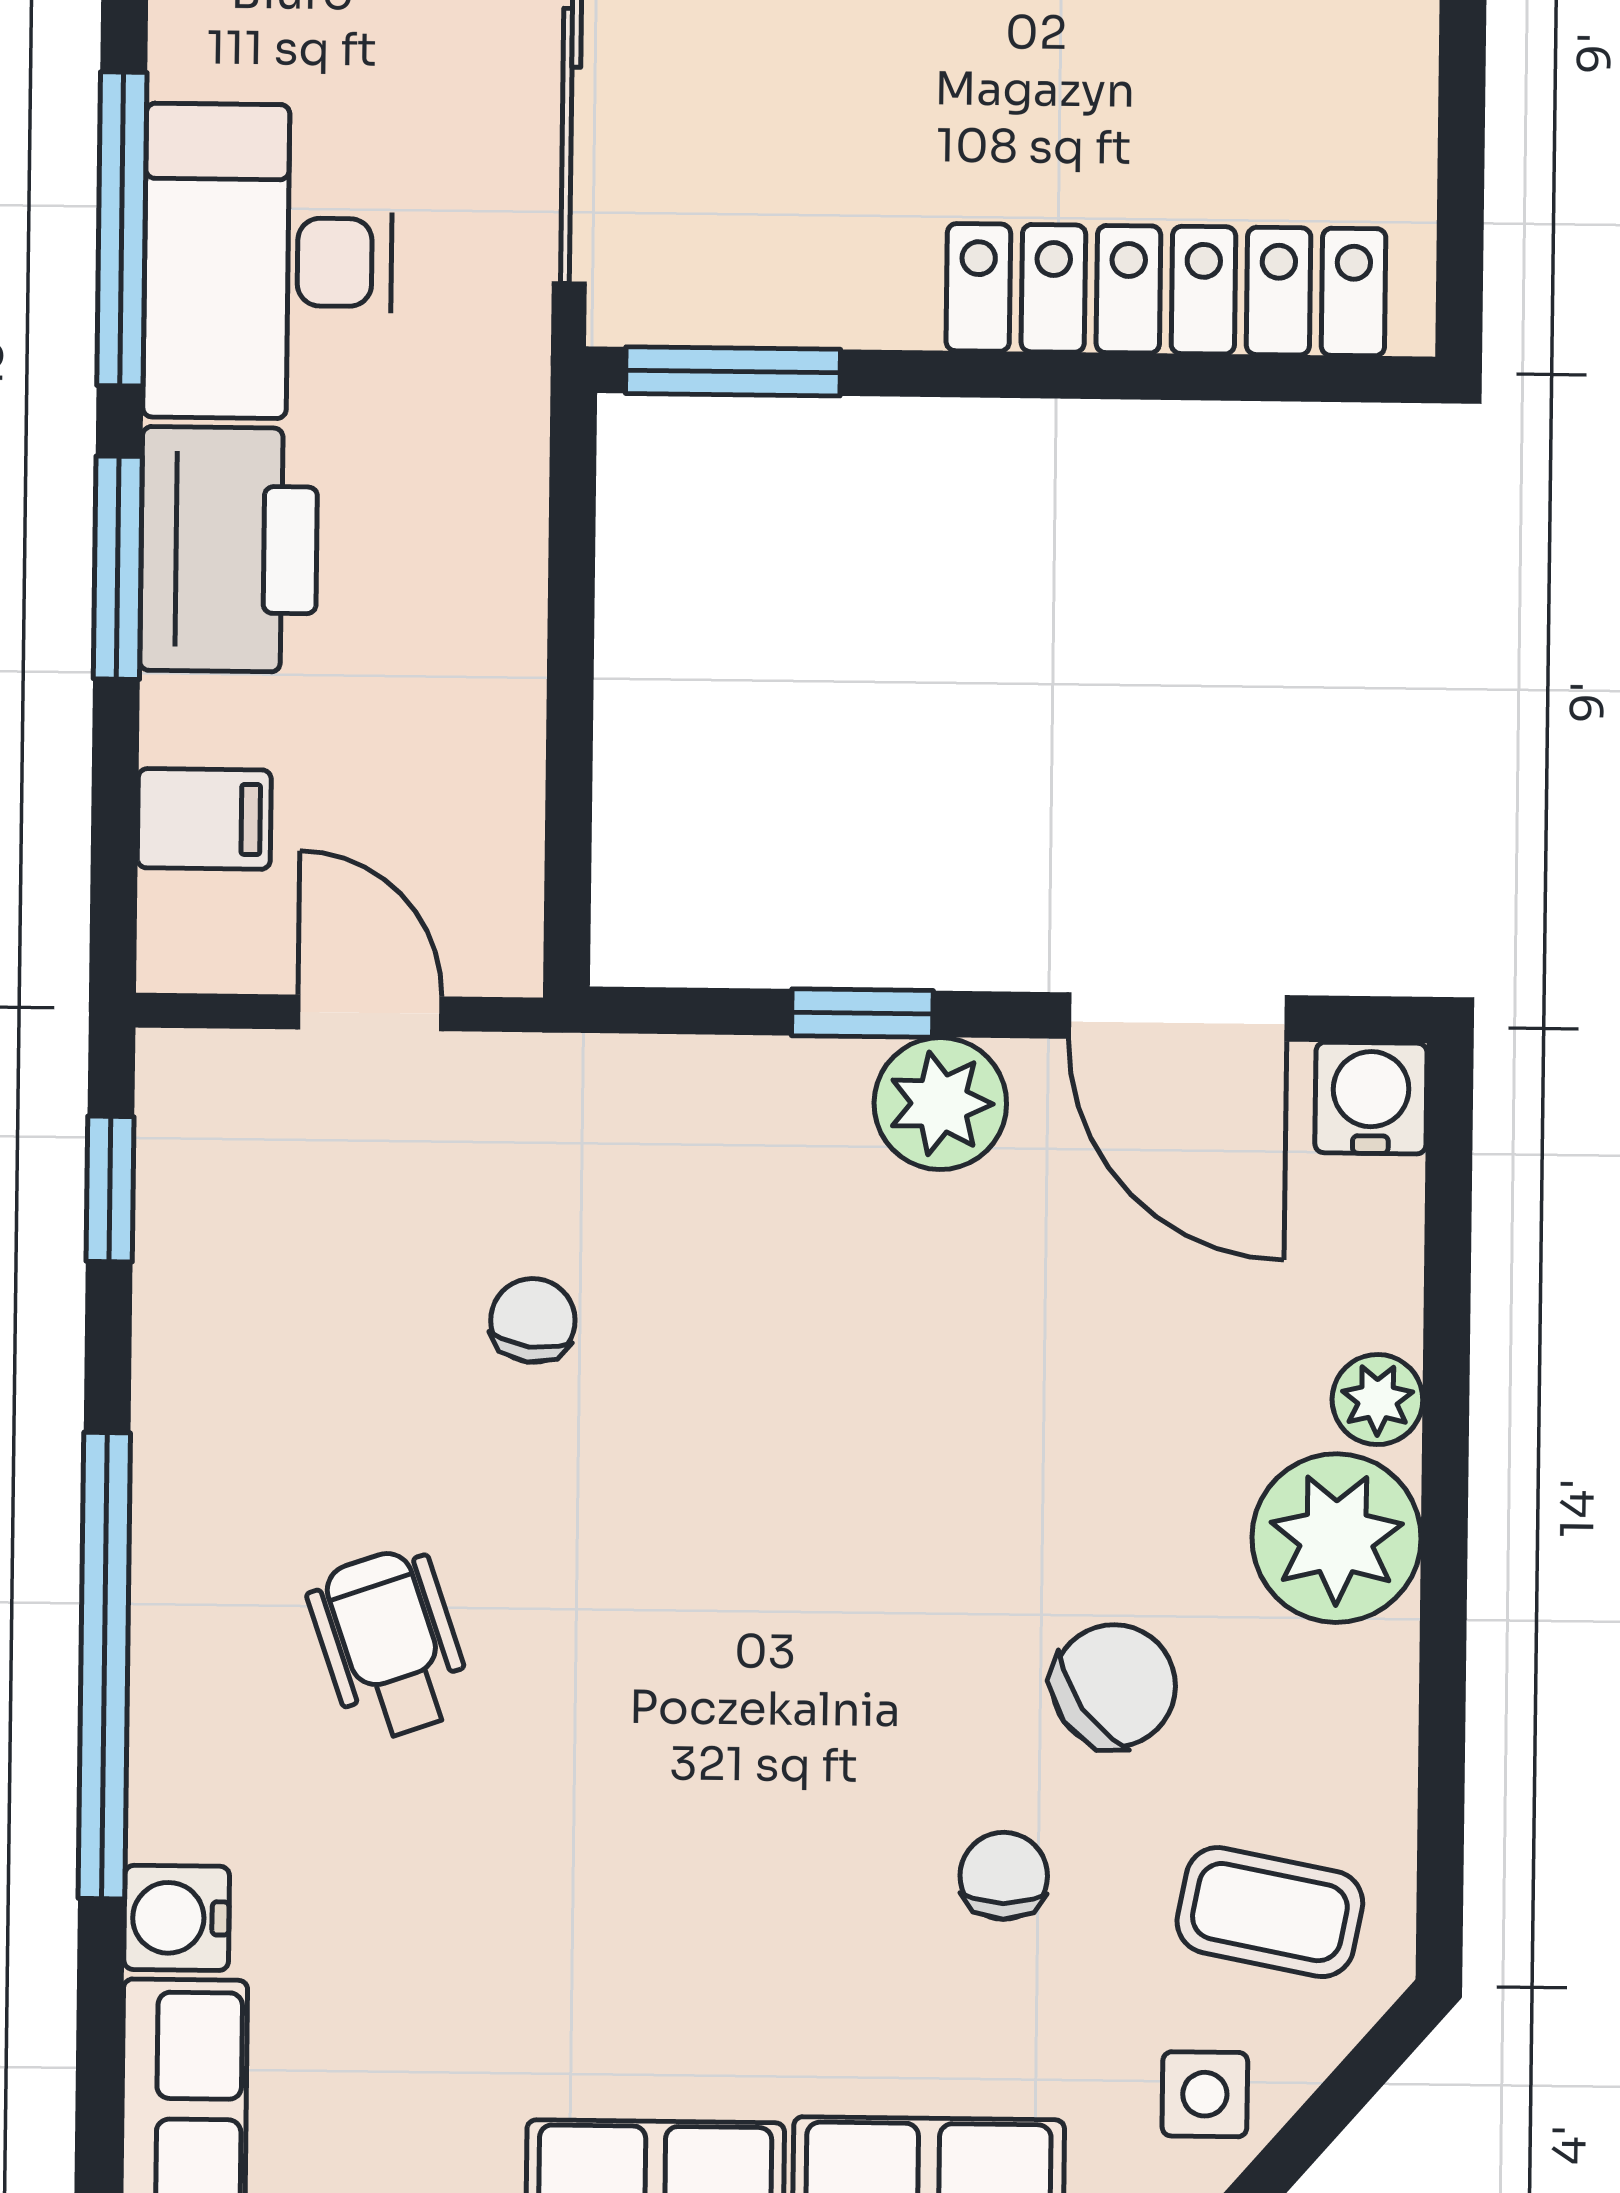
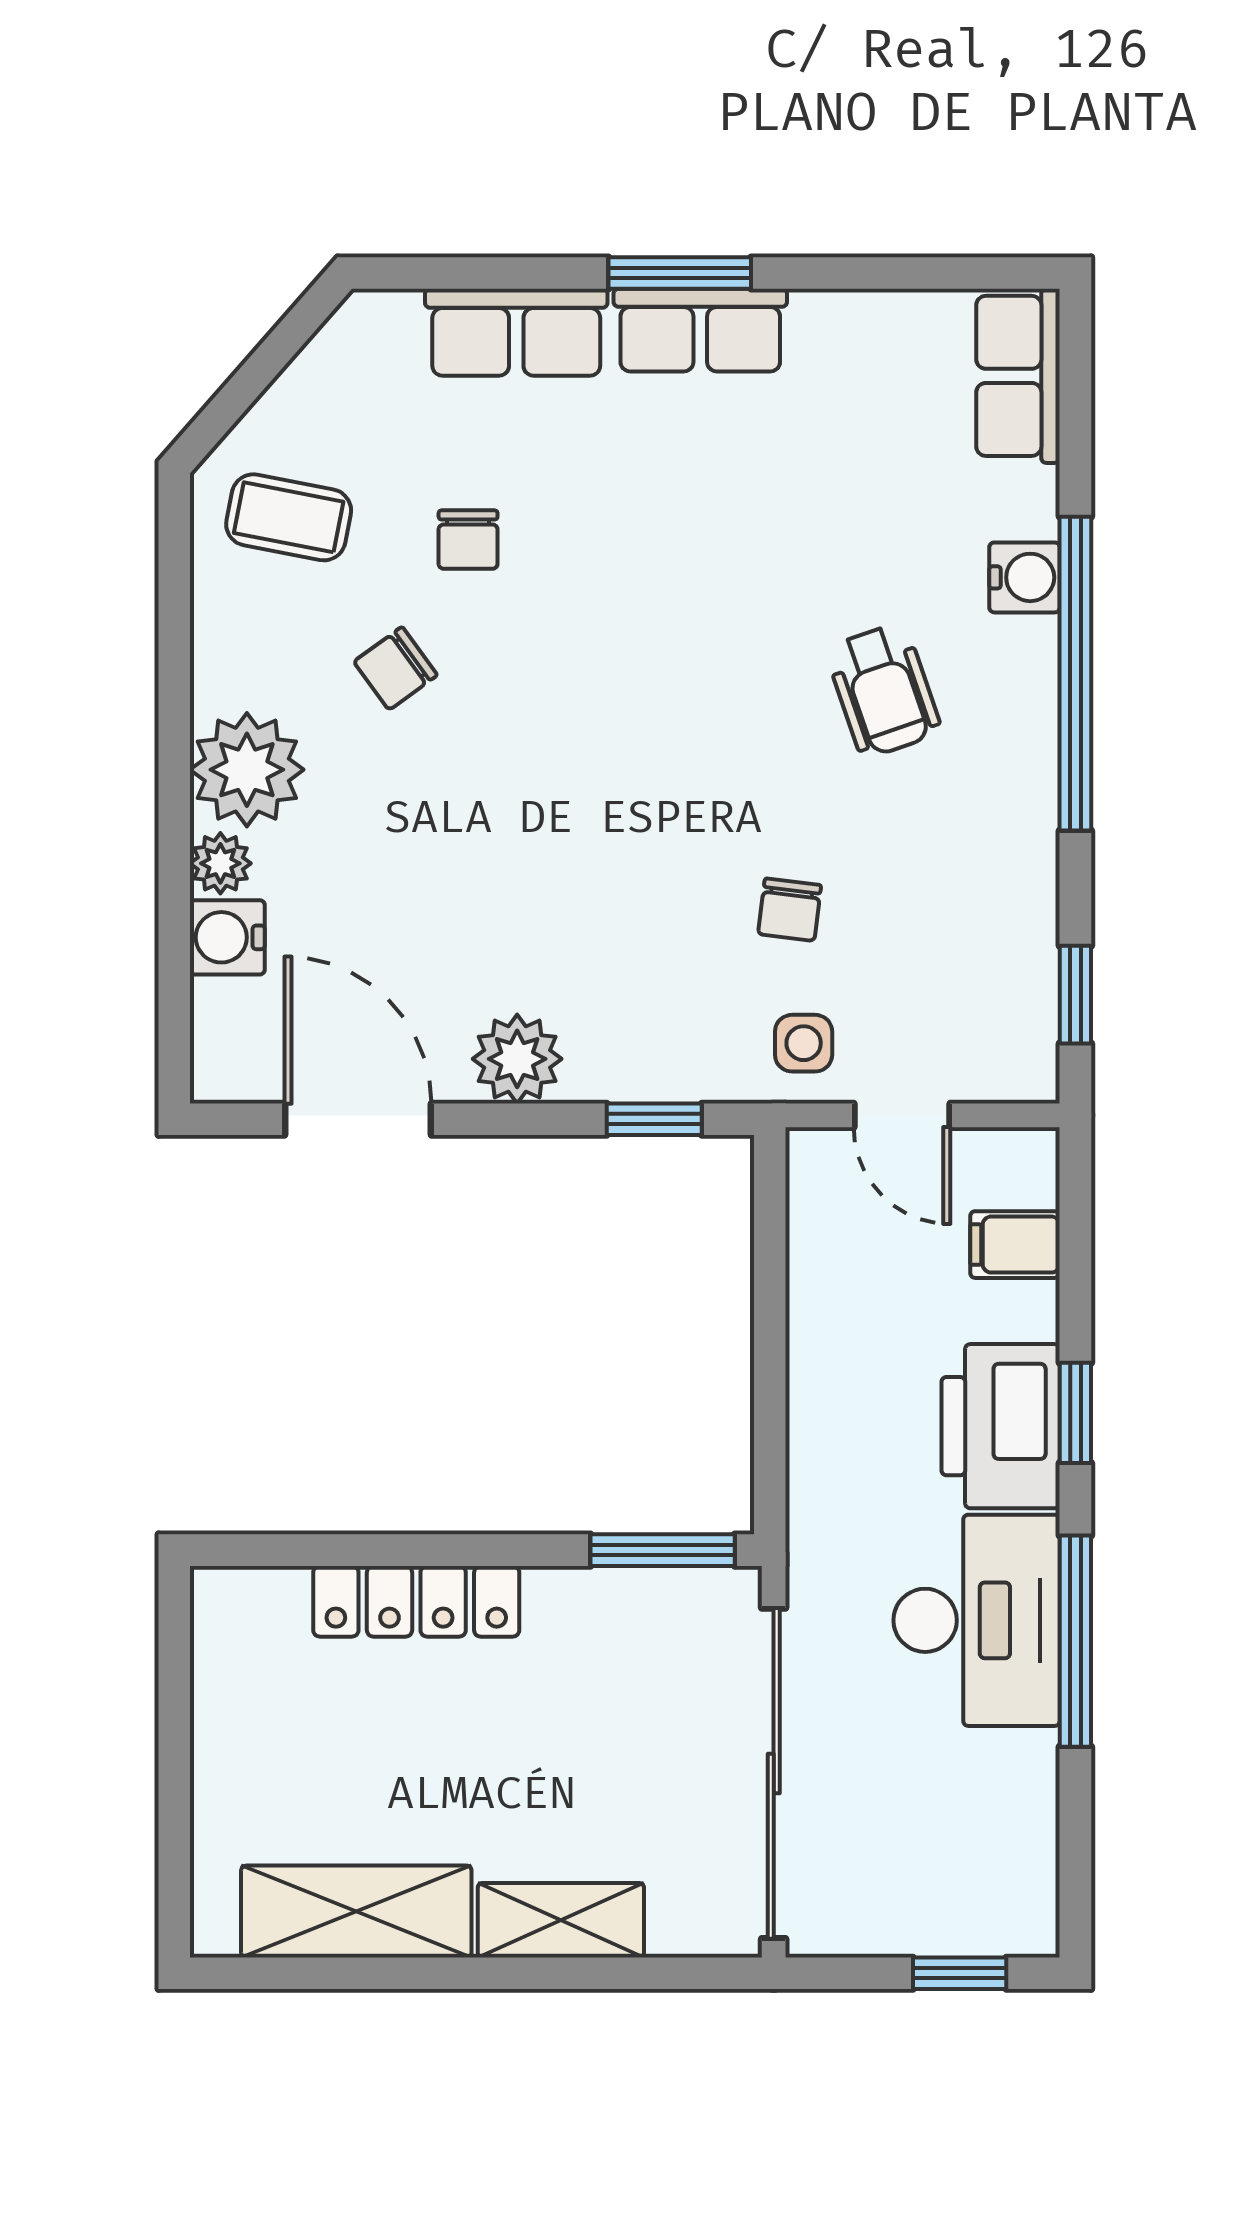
locker: (1166, 290) -> (416, 1601), width x0.71, depth x0.83
window: (118, 568) -> (1075, 1413), width x0.67
window: (862, 1013) -> (654, 1119), moved
water cooler: (1371, 1098) -> (227, 937), moved, turned 90
chair: (1114, 1686) -> (395, 668), width x0.73, depth x0.73
water cooler: (177, 1918) -> (1025, 577), moved
side table: (1205, 2094) -> (804, 1043), moved

